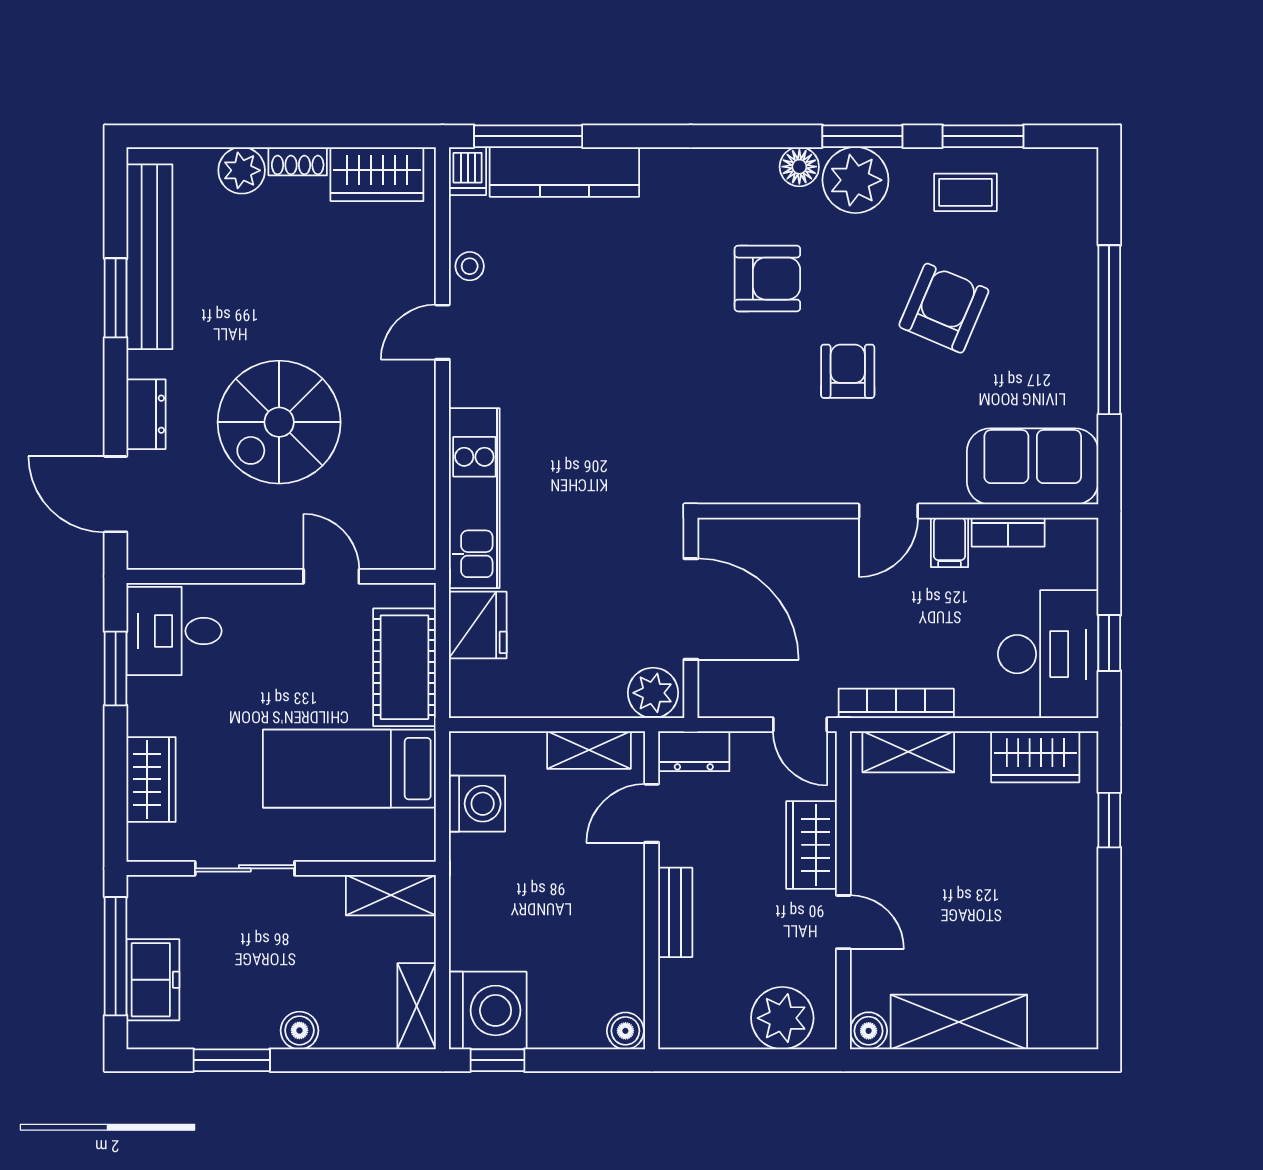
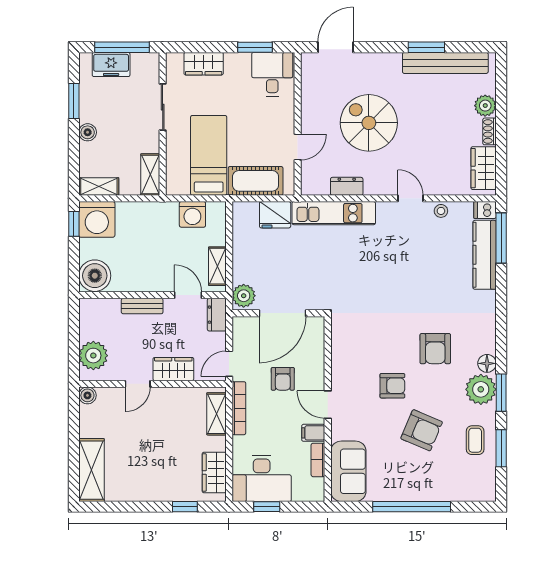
dresser: (146, 414) -> (347, 186), moved, turned 180
armchair: (833, 608) -> (283, 379), added
shelving: (959, 1022) -> (92, 470), moved
boiler: (625, 1031) -> (95, 276), width x1.86, depth x1.86

